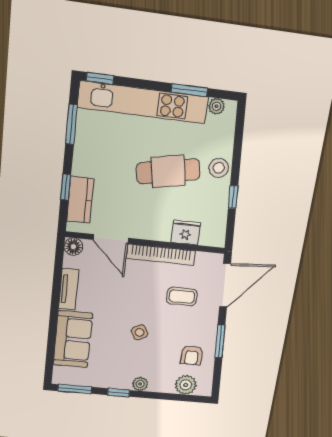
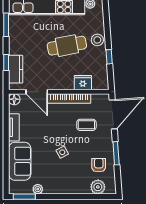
armchair: (192, 355) -> (99, 165), turned 180
plant: (140, 384) -> (38, 189), moved
window: (119, 393) -> (54, 197), removed

